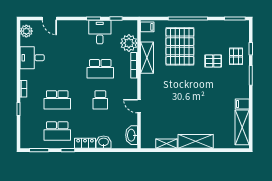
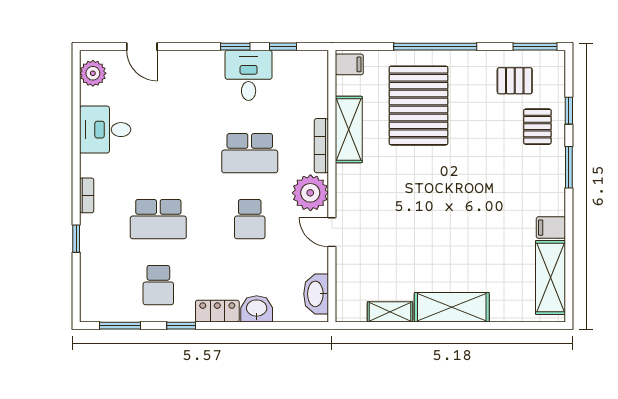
plant: (129, 43) -> (310, 193), moved
pallet: (213, 61) -> (515, 81), moved
school desk: (57, 131) -> (158, 285), width x0.54

